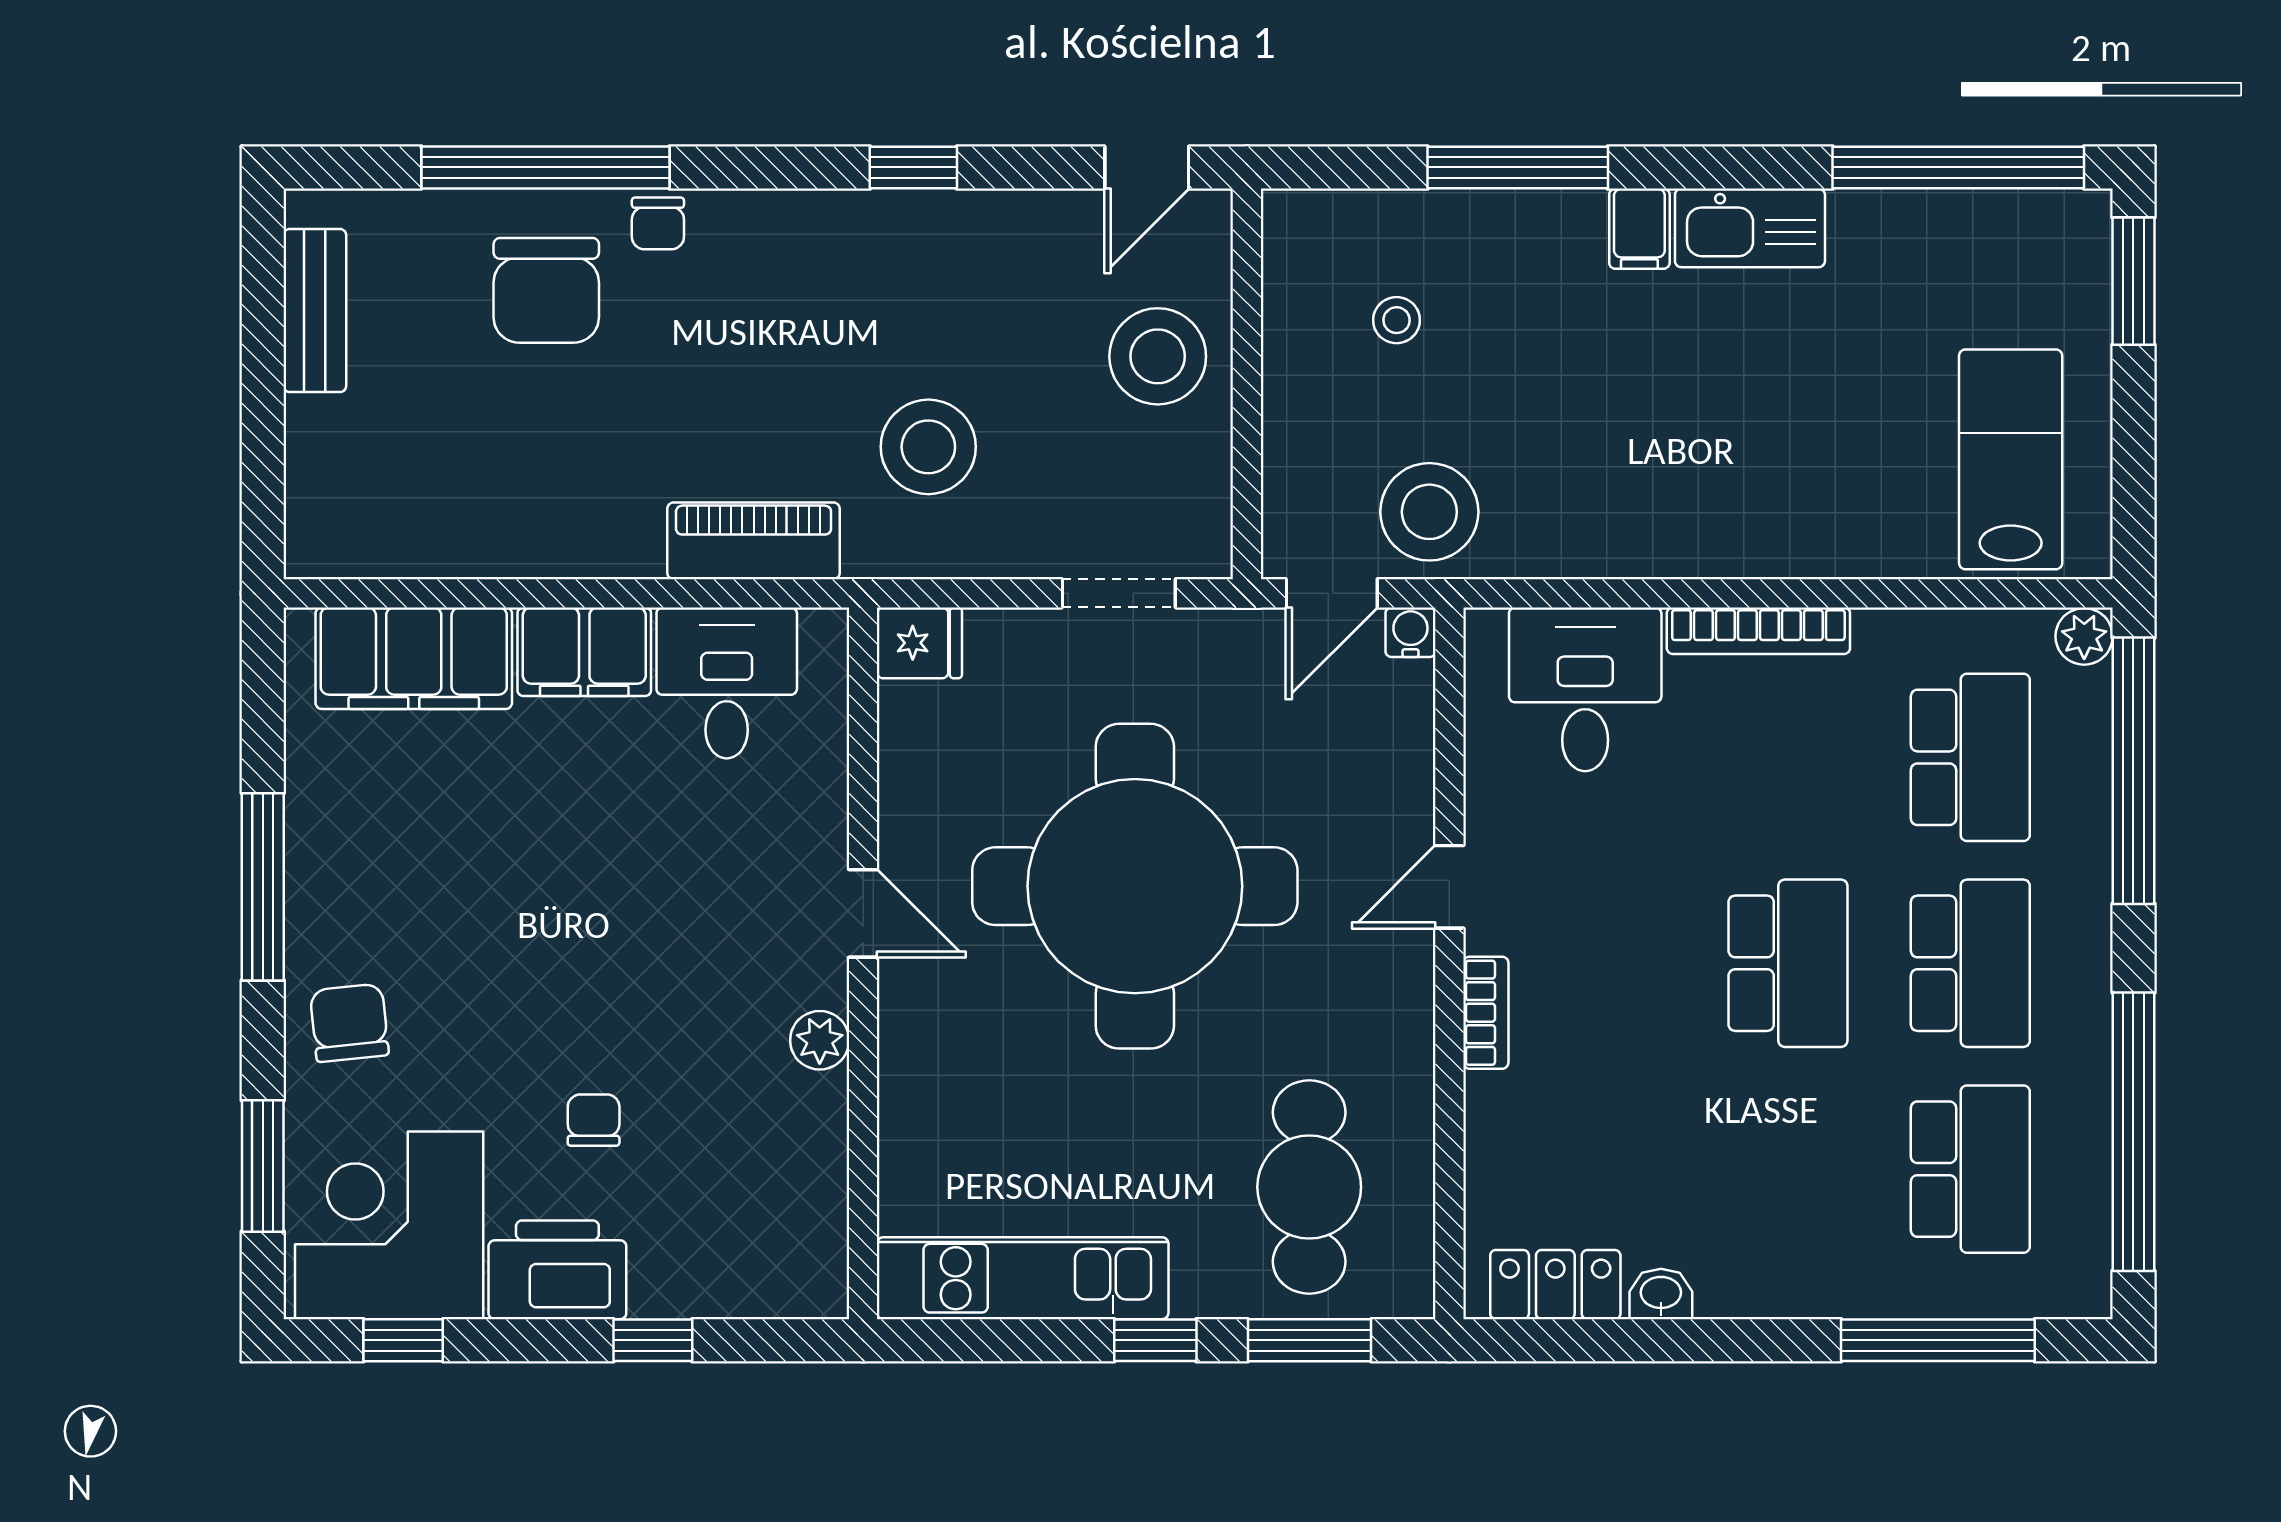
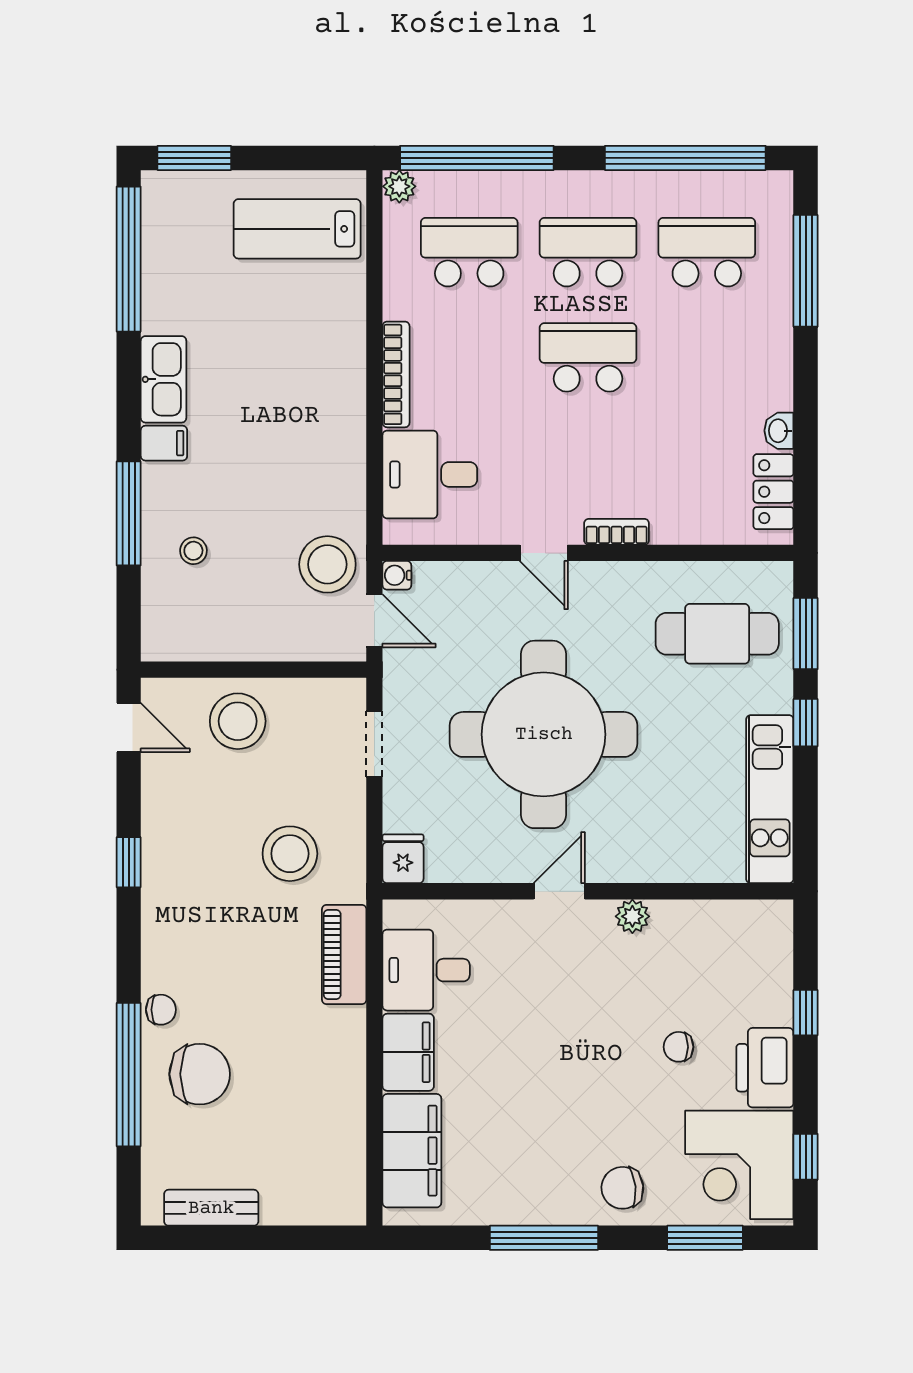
stool: (1397, 320) -> (193, 551), moved

